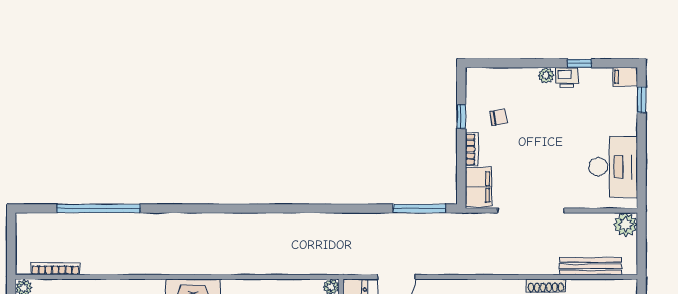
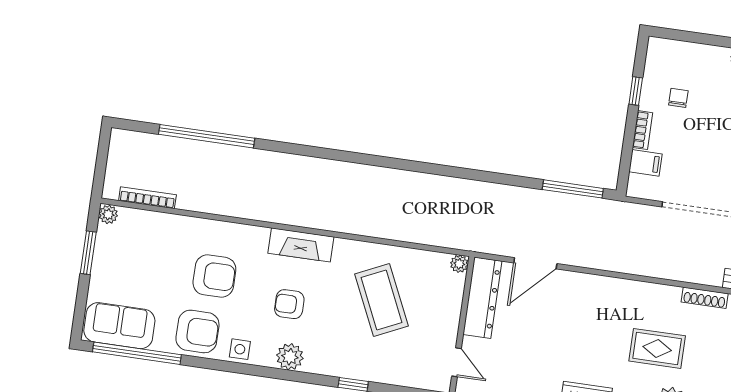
chair: (499, 117) -> (678, 98), turned -81
filing cabinet: (478, 187) -> (645, 163), width x0.50

